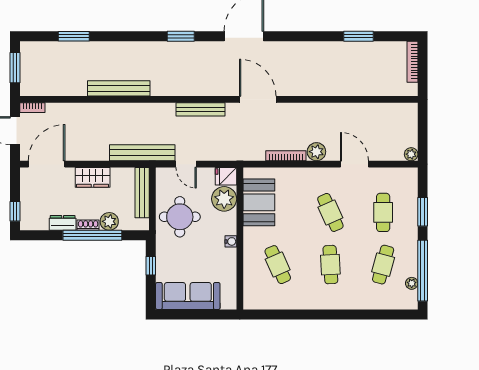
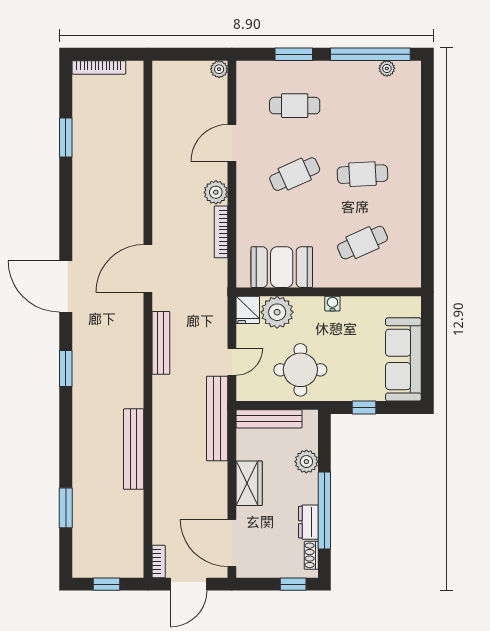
window: (15, 68) -> (106, 584), width x0.67
shoe rack: (88, 225) -> (311, 555), moved
window: (92, 235) -> (324, 511), moved
cafe table: (383, 265) -> (363, 106), removed

